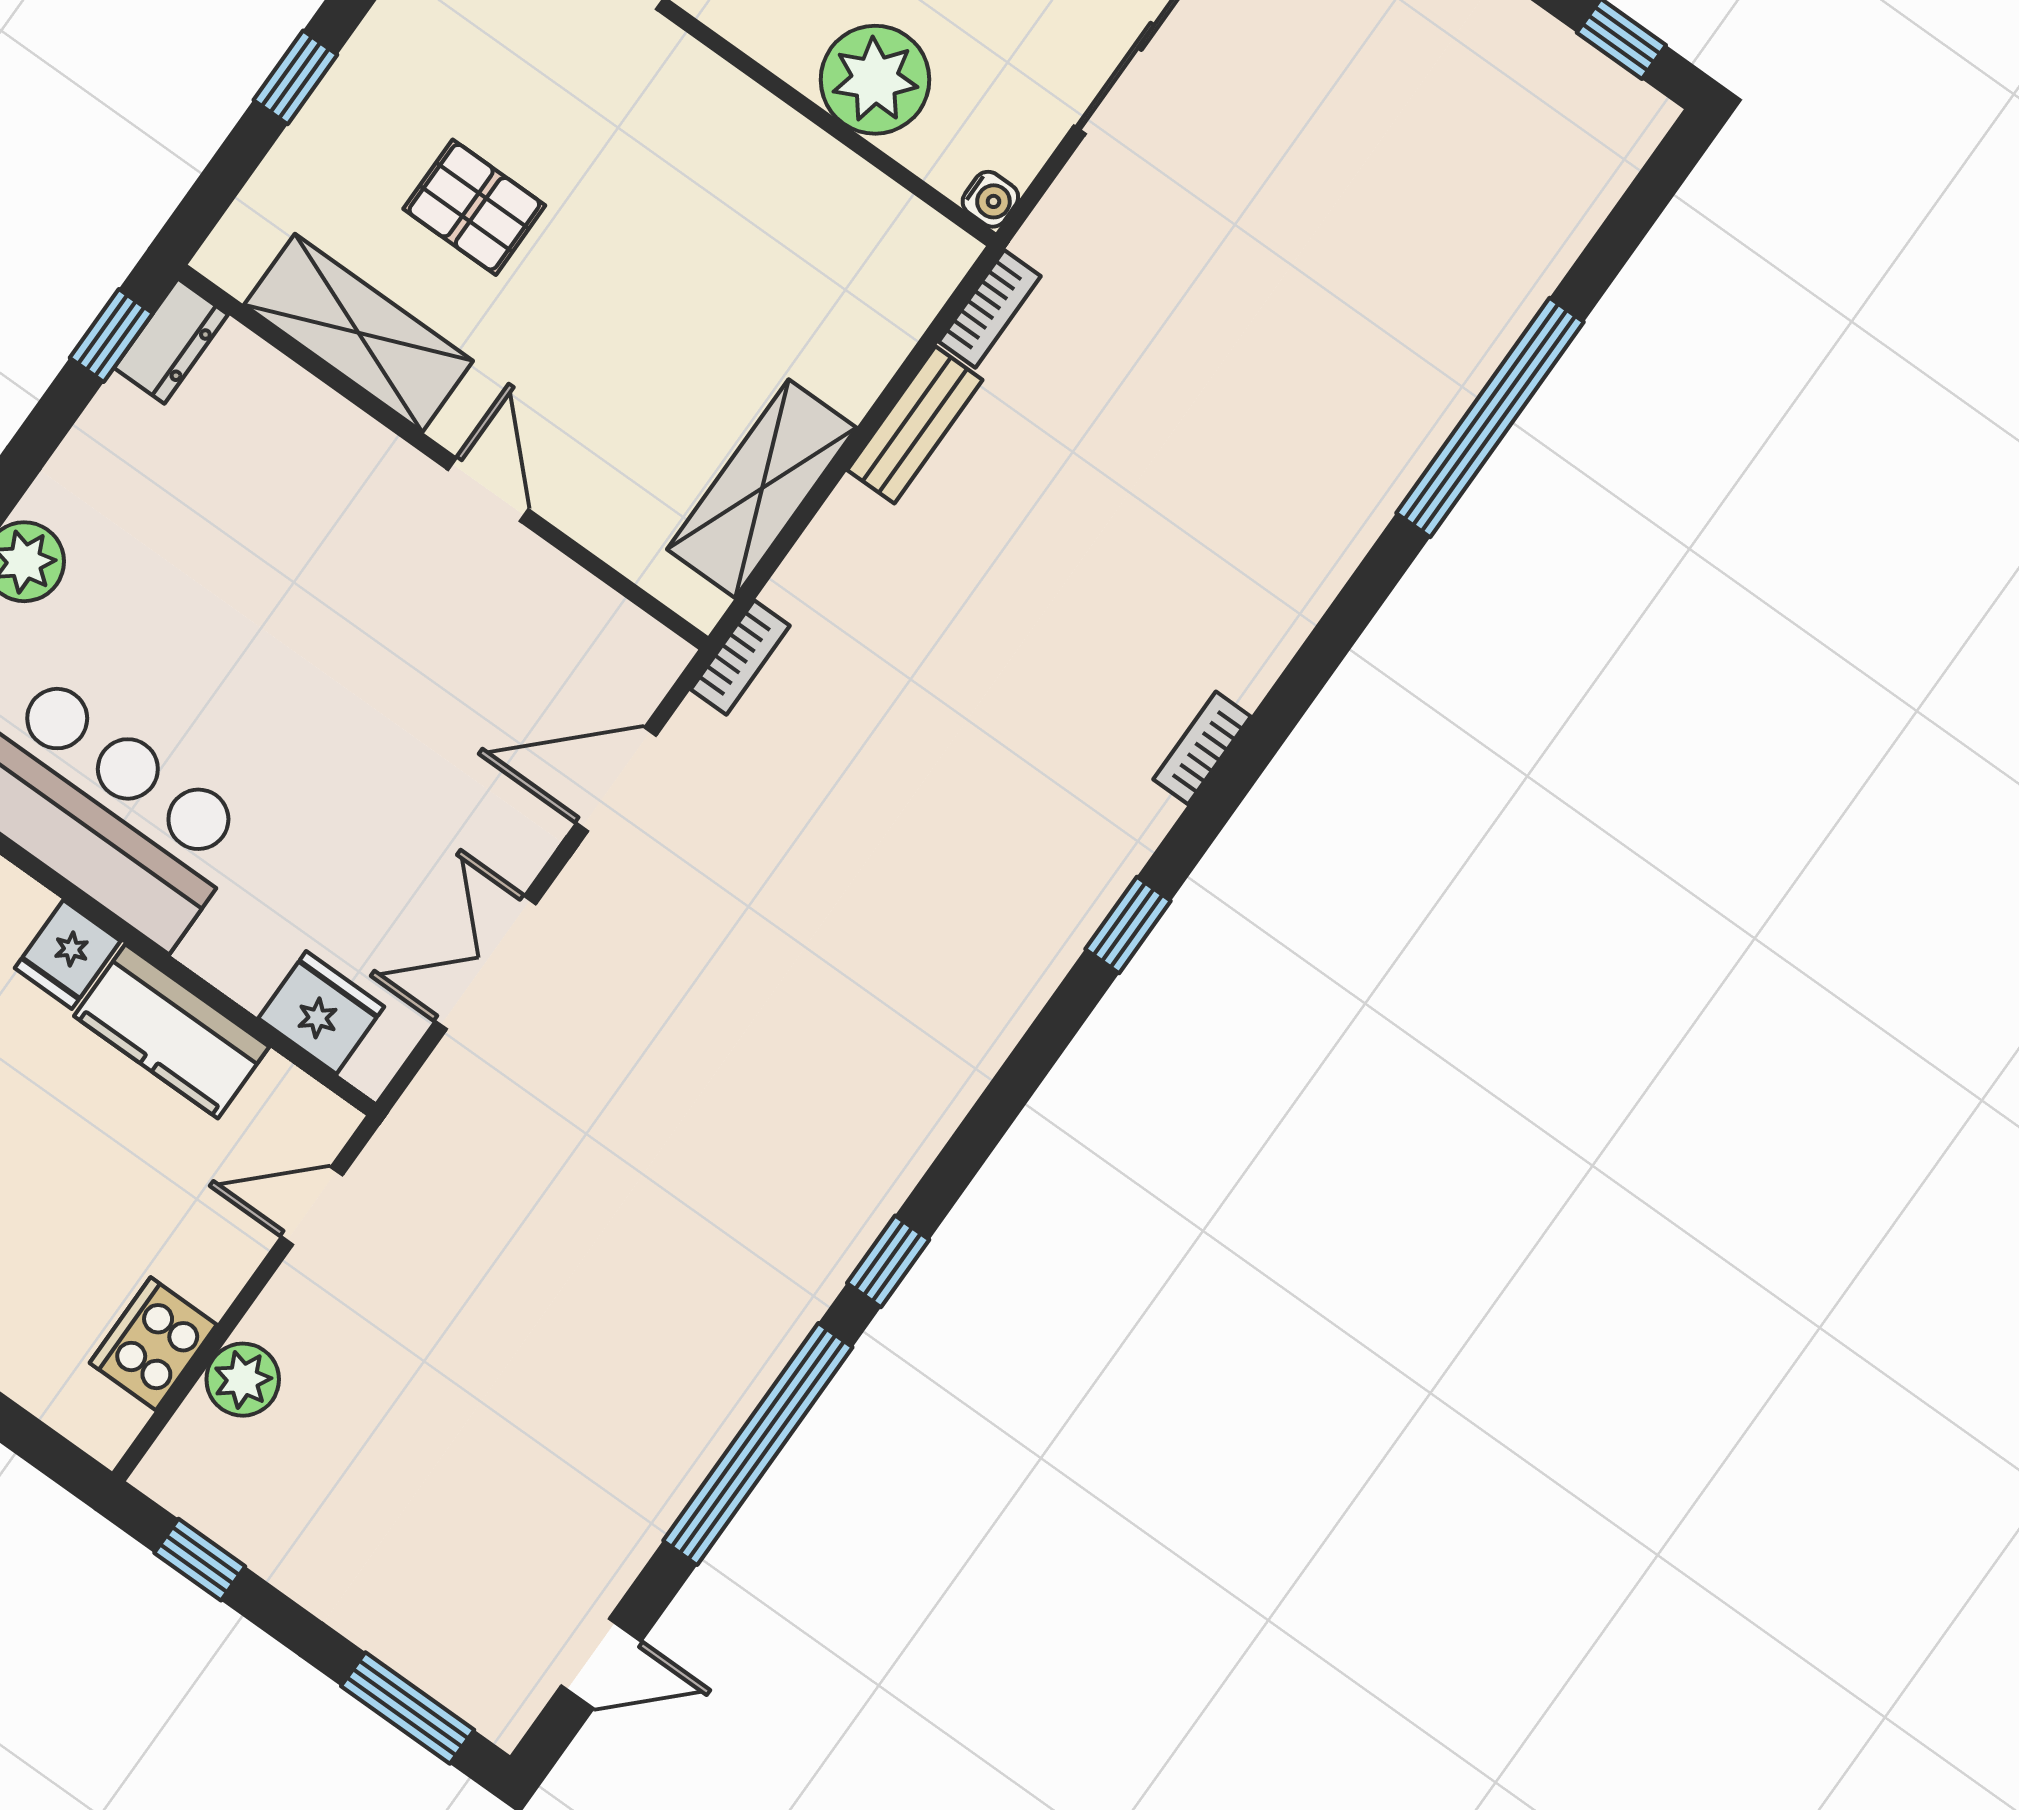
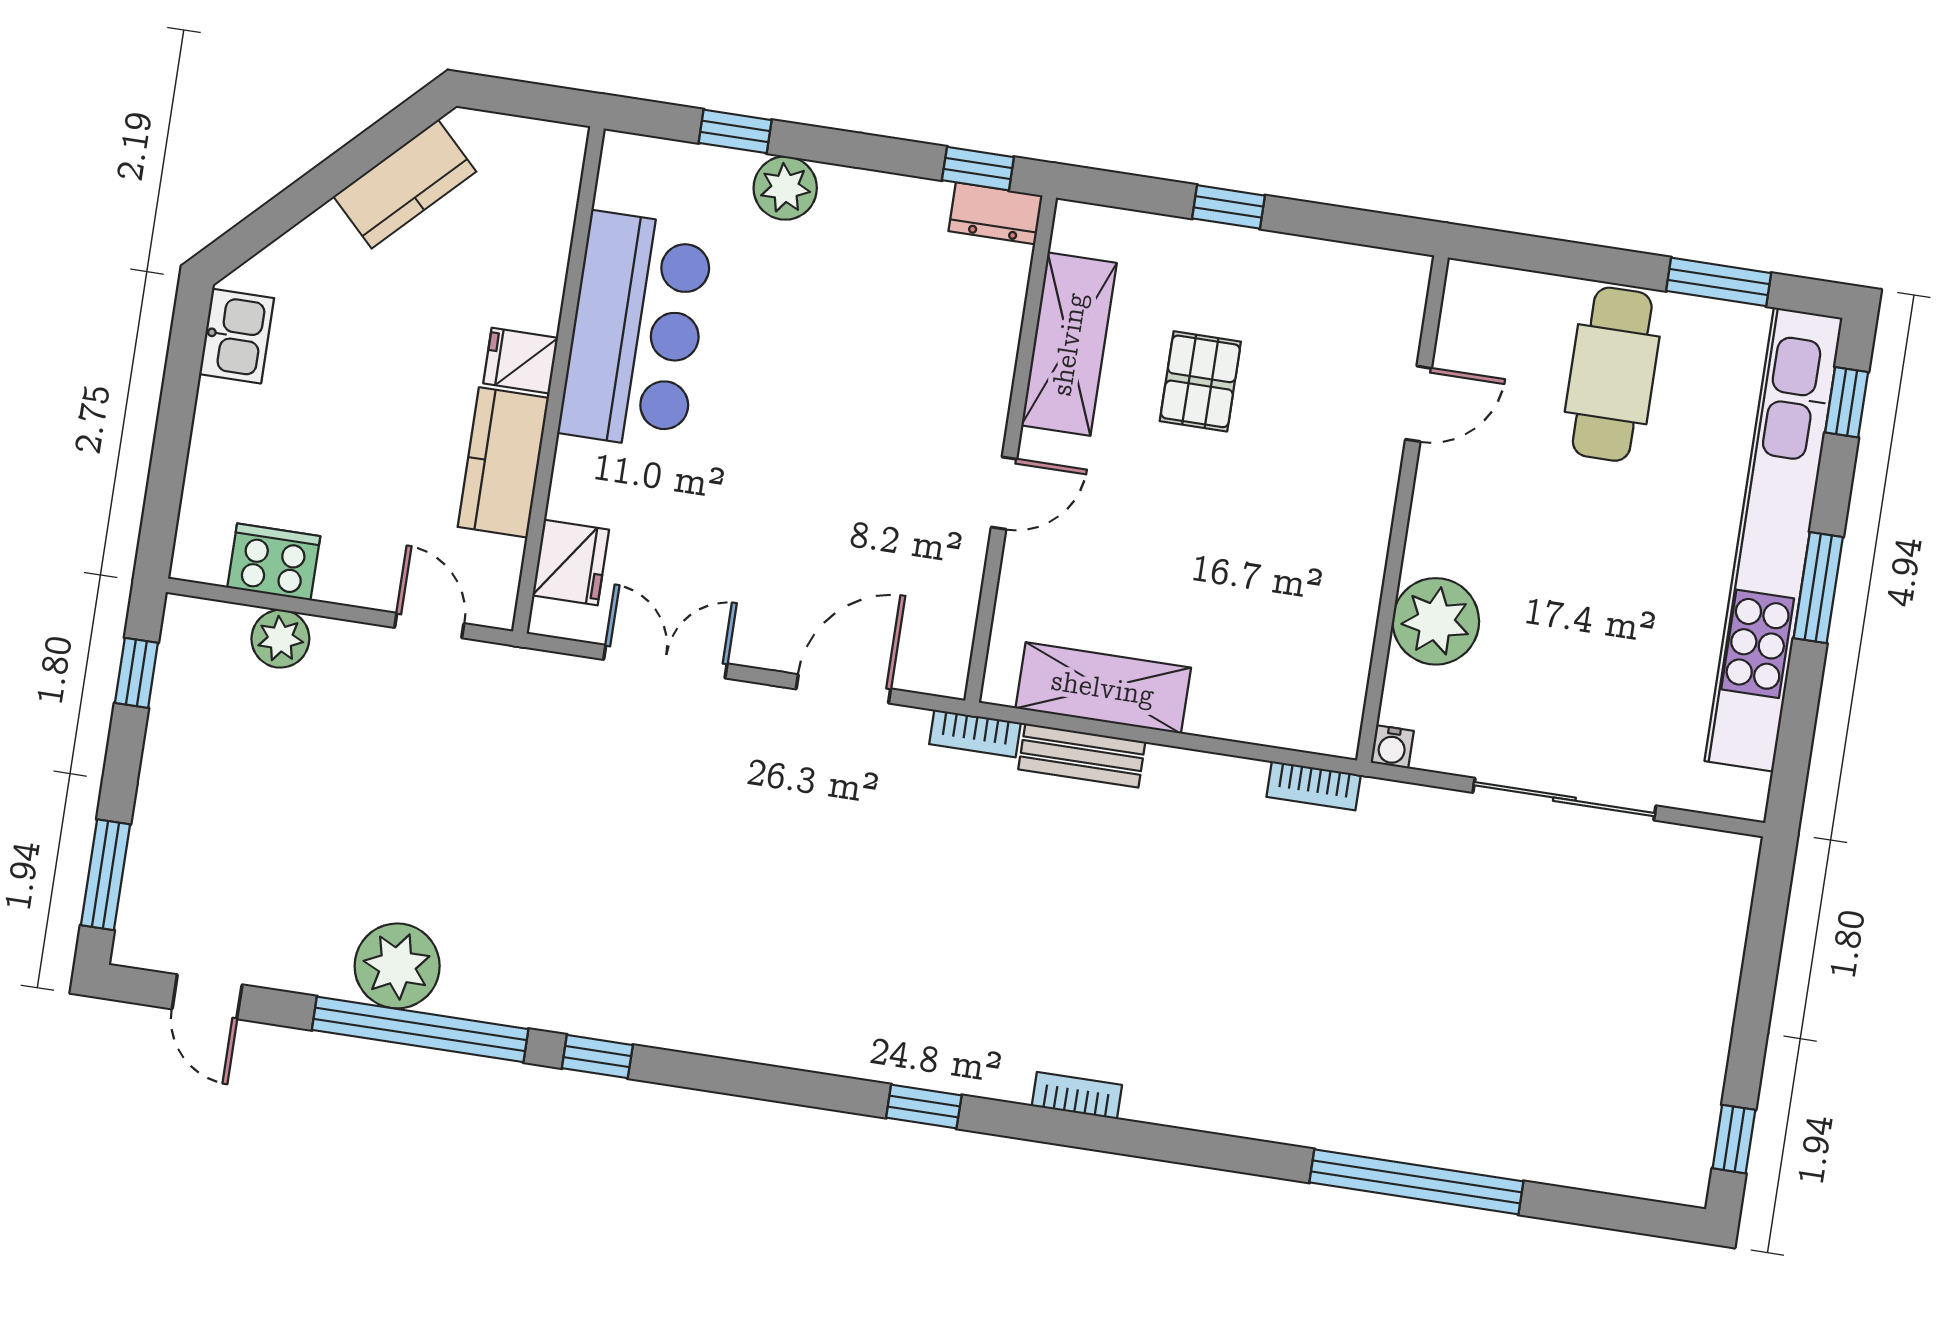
bench: (915, 425) -> (1082, 756), moved
door: (616, 779) -> (843, 689), hinge flipped
plant: (674, 1434) -> (397, 966), added

